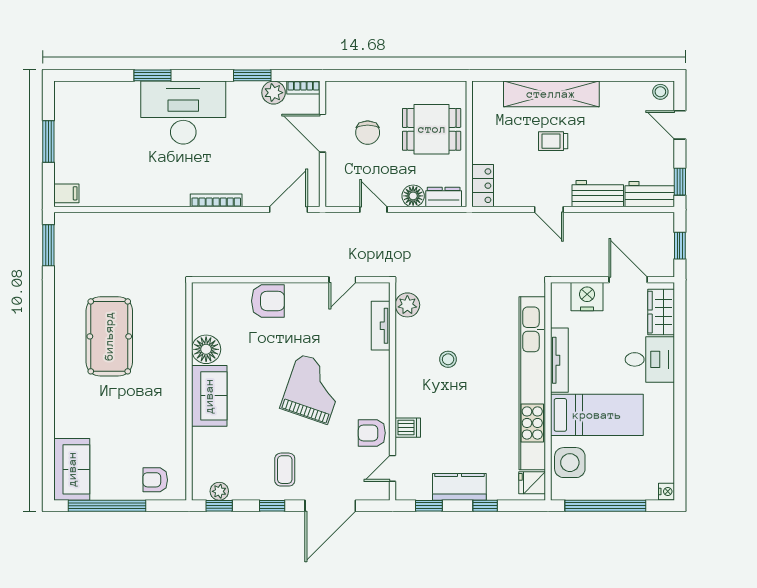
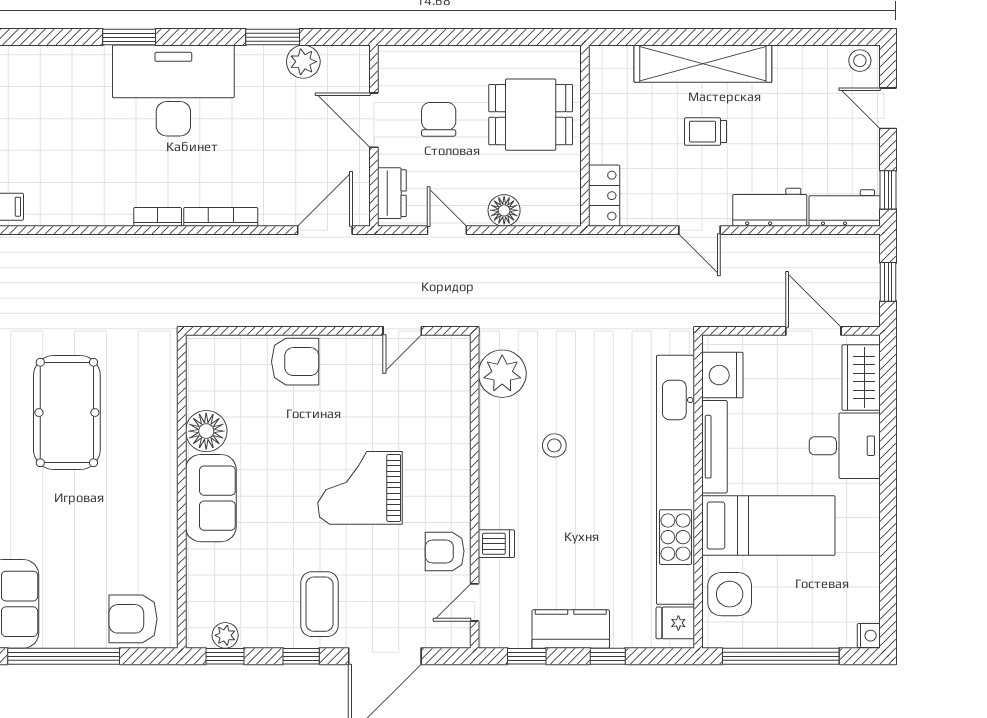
bookcase: (303, 88) -> (158, 217), moved, turned 180
chair: (368, 133) -> (439, 119), turned 180
dresser: (444, 197) -> (392, 193), moved, turned 90
nightstand: (587, 297) -> (722, 375), moved, turned -90
plant: (407, 305) -> (502, 374), width x1.36, depth x1.36
tv unit: (381, 326) -> (457, 397), removed
grand piano: (313, 389) -> (360, 488), turned -109
coffee table: (285, 470) -> (319, 604), width x1.36, depth x1.30
armchair: (155, 480) -> (133, 619), width x1.38, depth x1.38

